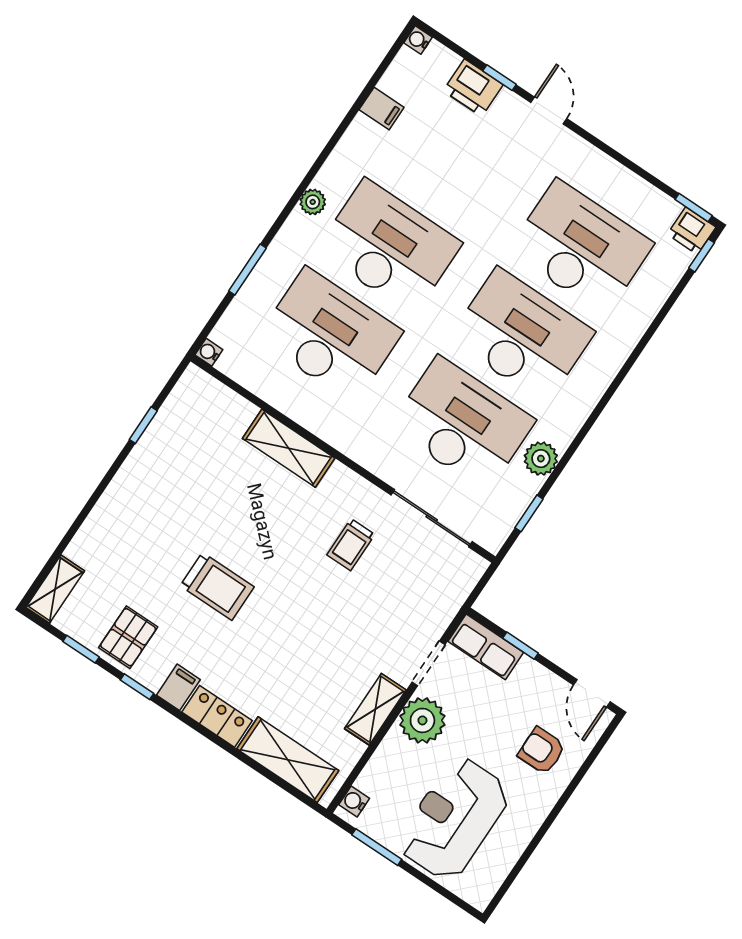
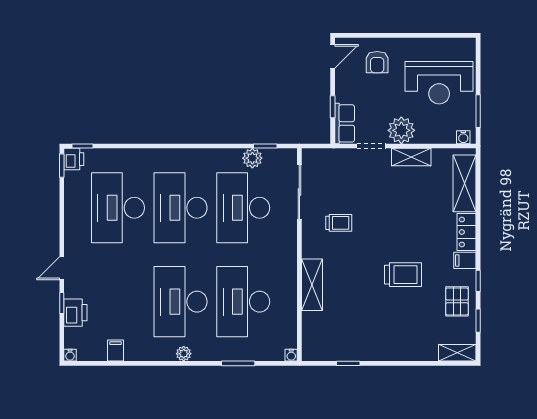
plant: (541, 459) -> (252, 158), moved
trolley: (217, 586) -> (403, 275), turned 90
pallet: (128, 637) -> (457, 301), turned 90

